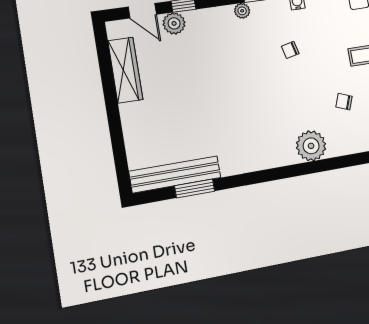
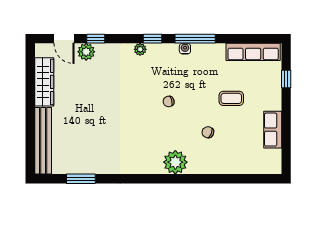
chair: (290, 50) -> (169, 101), moved
bench: (175, 174) -> (43, 141), moved, turned 90

